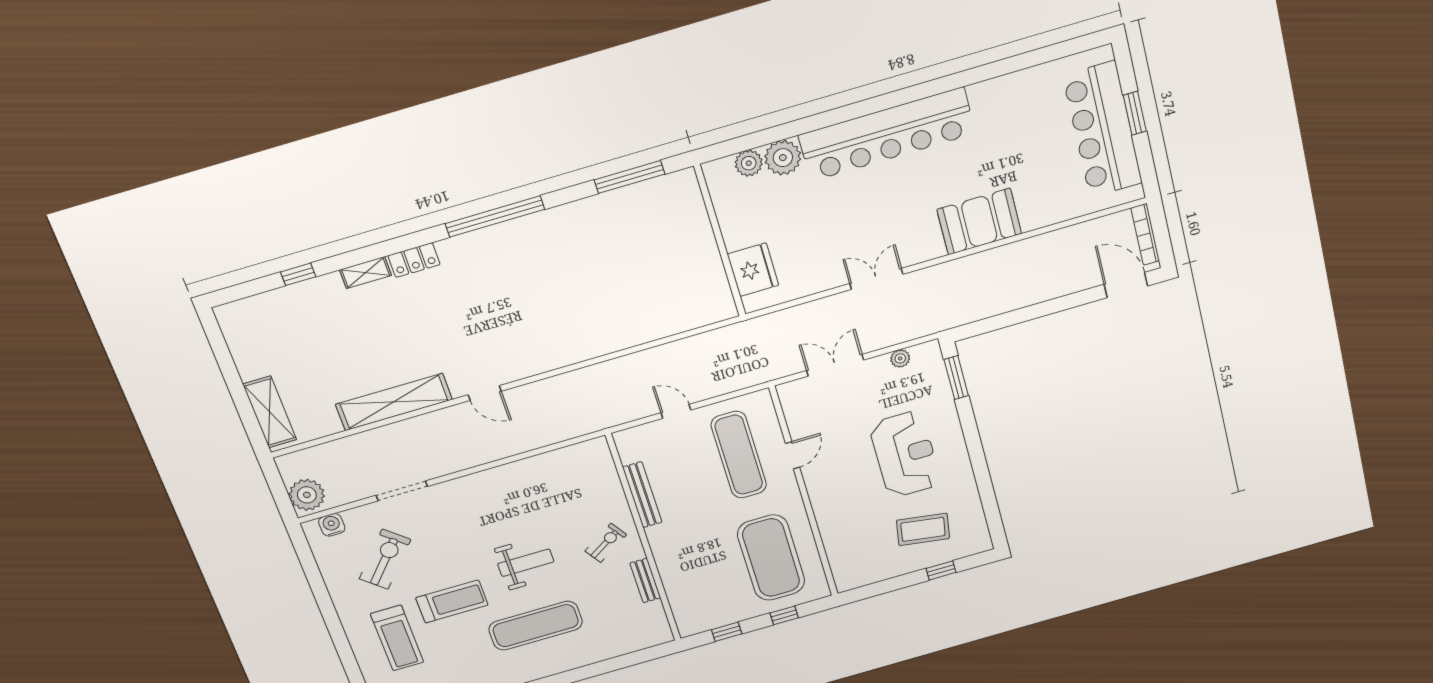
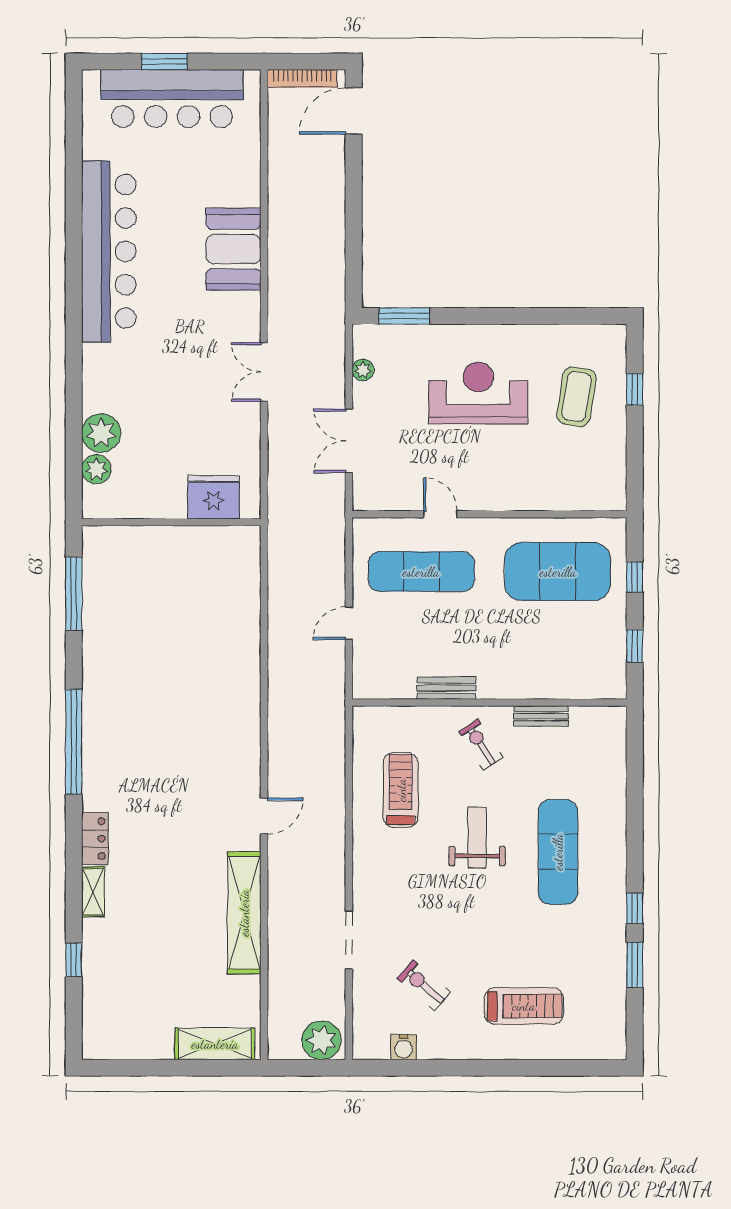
bar counter: (887, 134) -> (109, 251), moved
bench: (642, 495) -> (446, 688), width x0.73
water cooler: (332, 525) -> (403, 1047), moved, turned -90
exercise bike: (385, 559) -> (424, 985), width x0.73, depth x0.72
treadmill: (452, 601) -> (401, 790), moved

